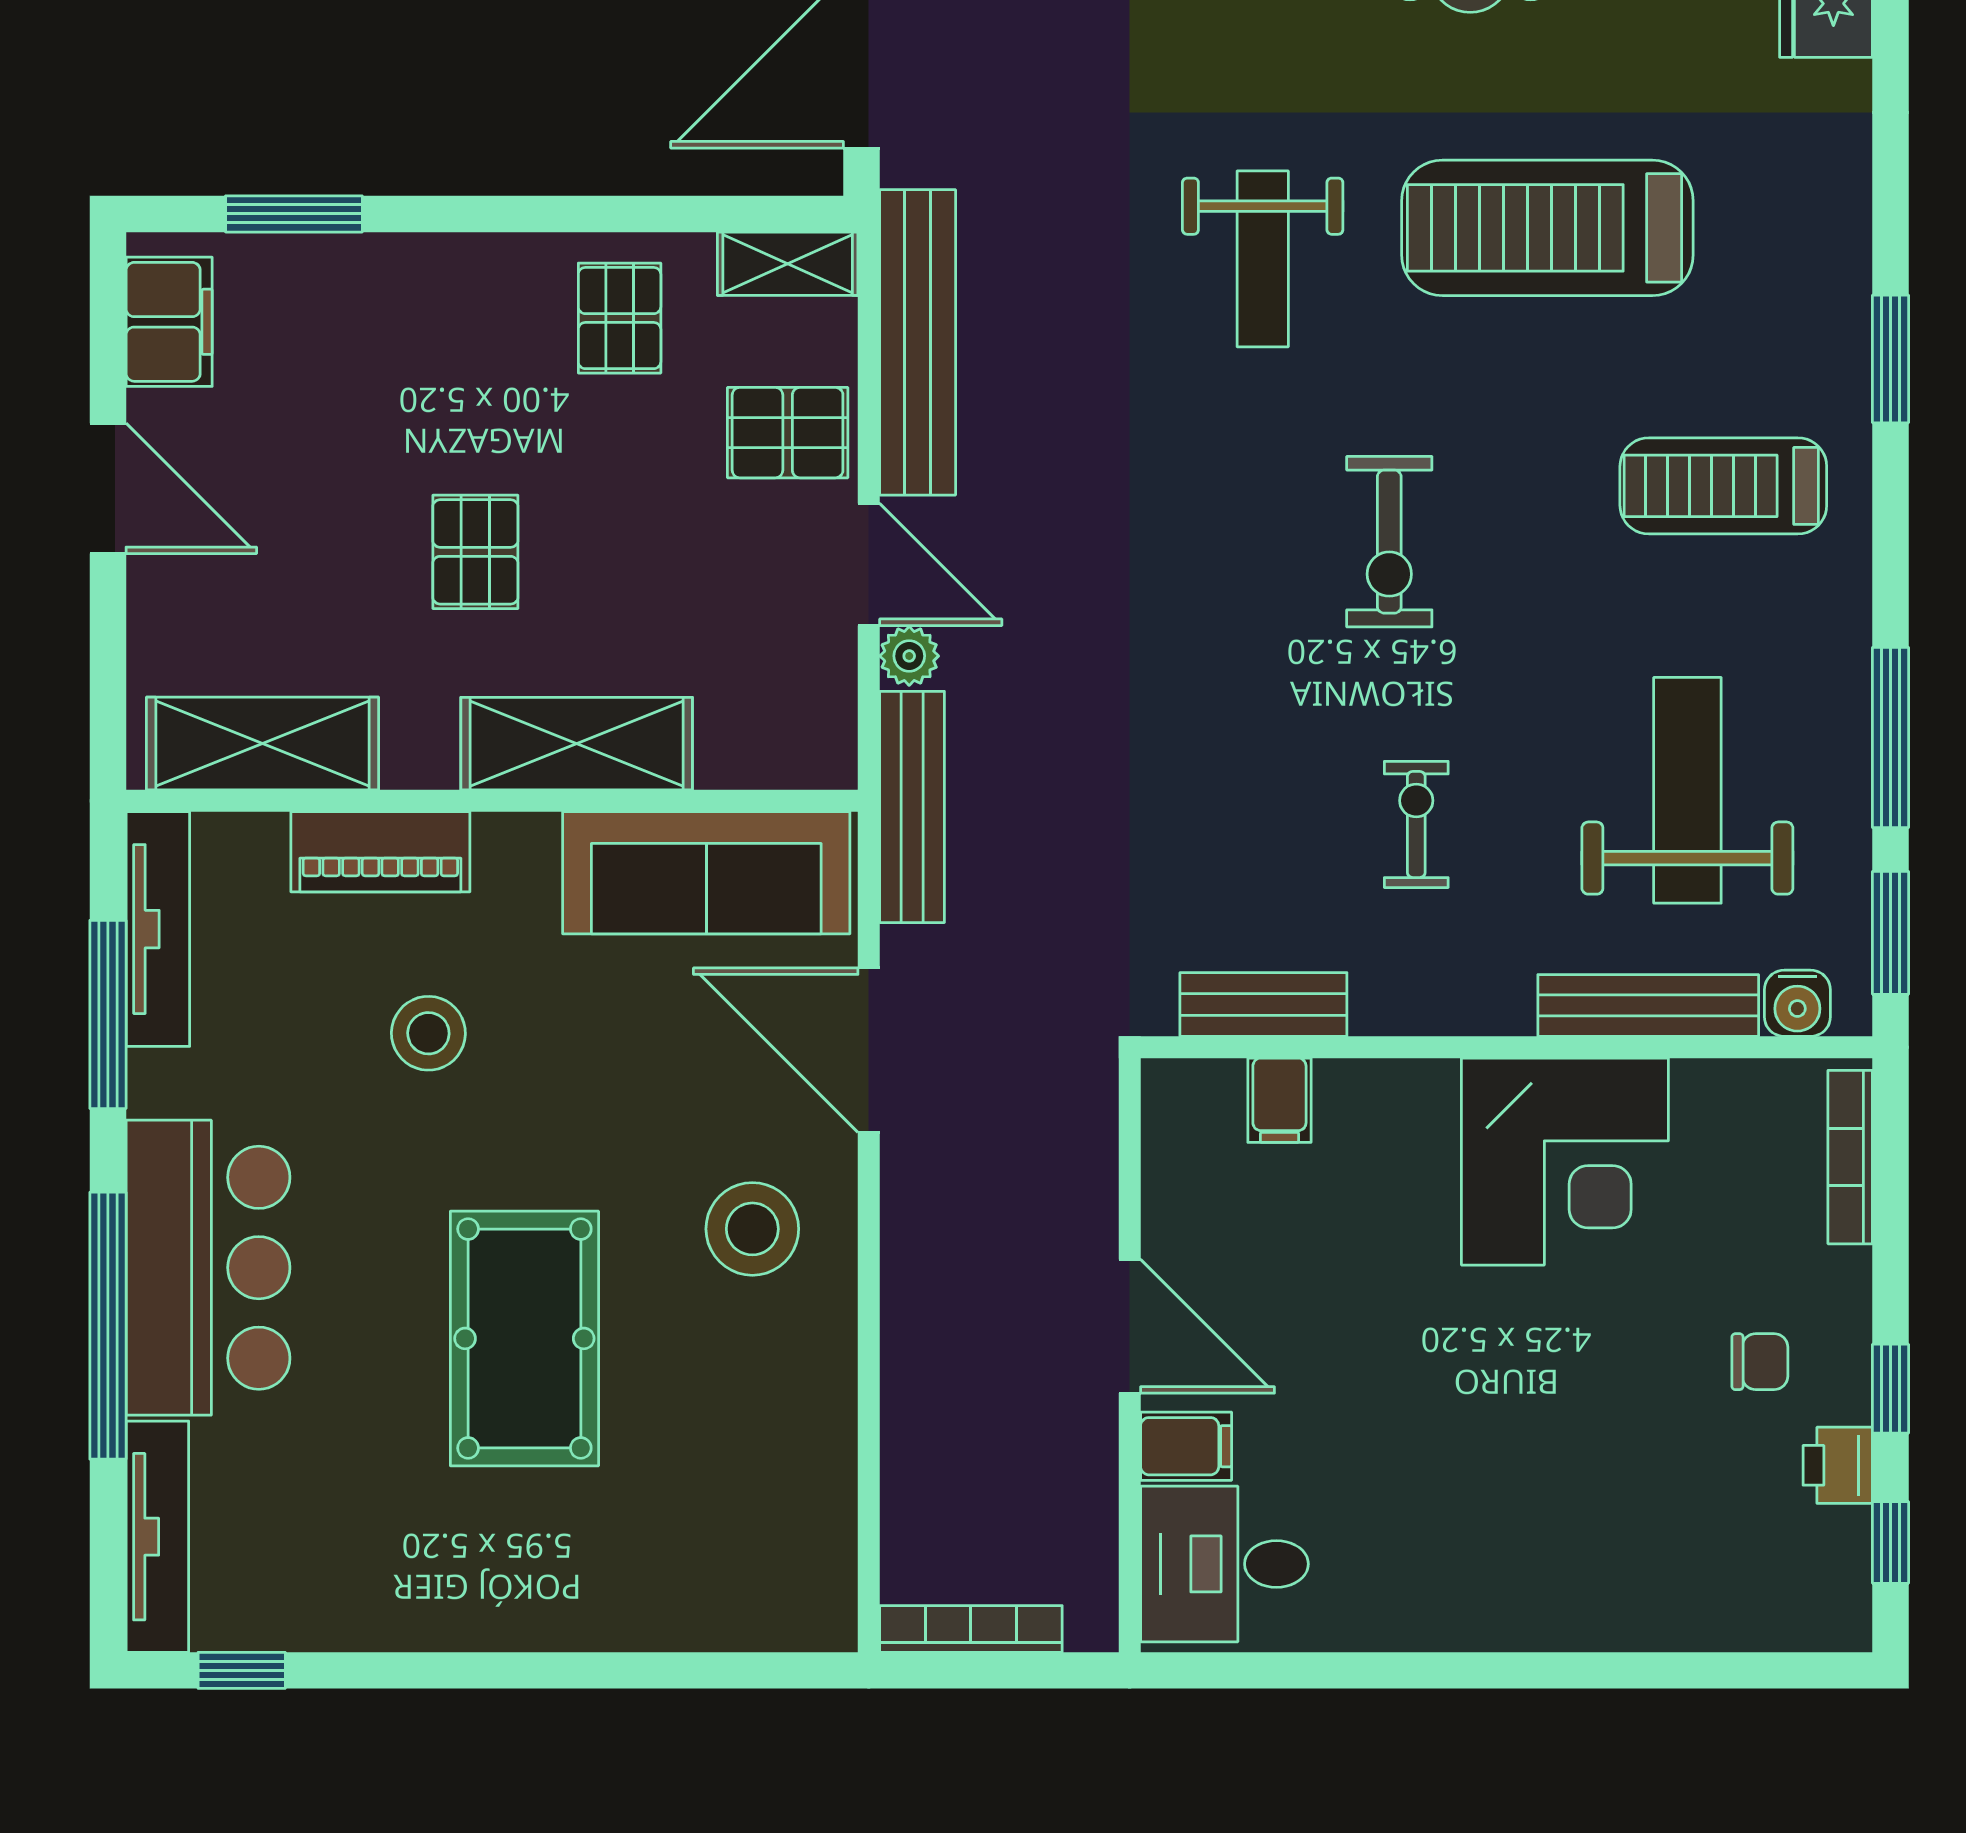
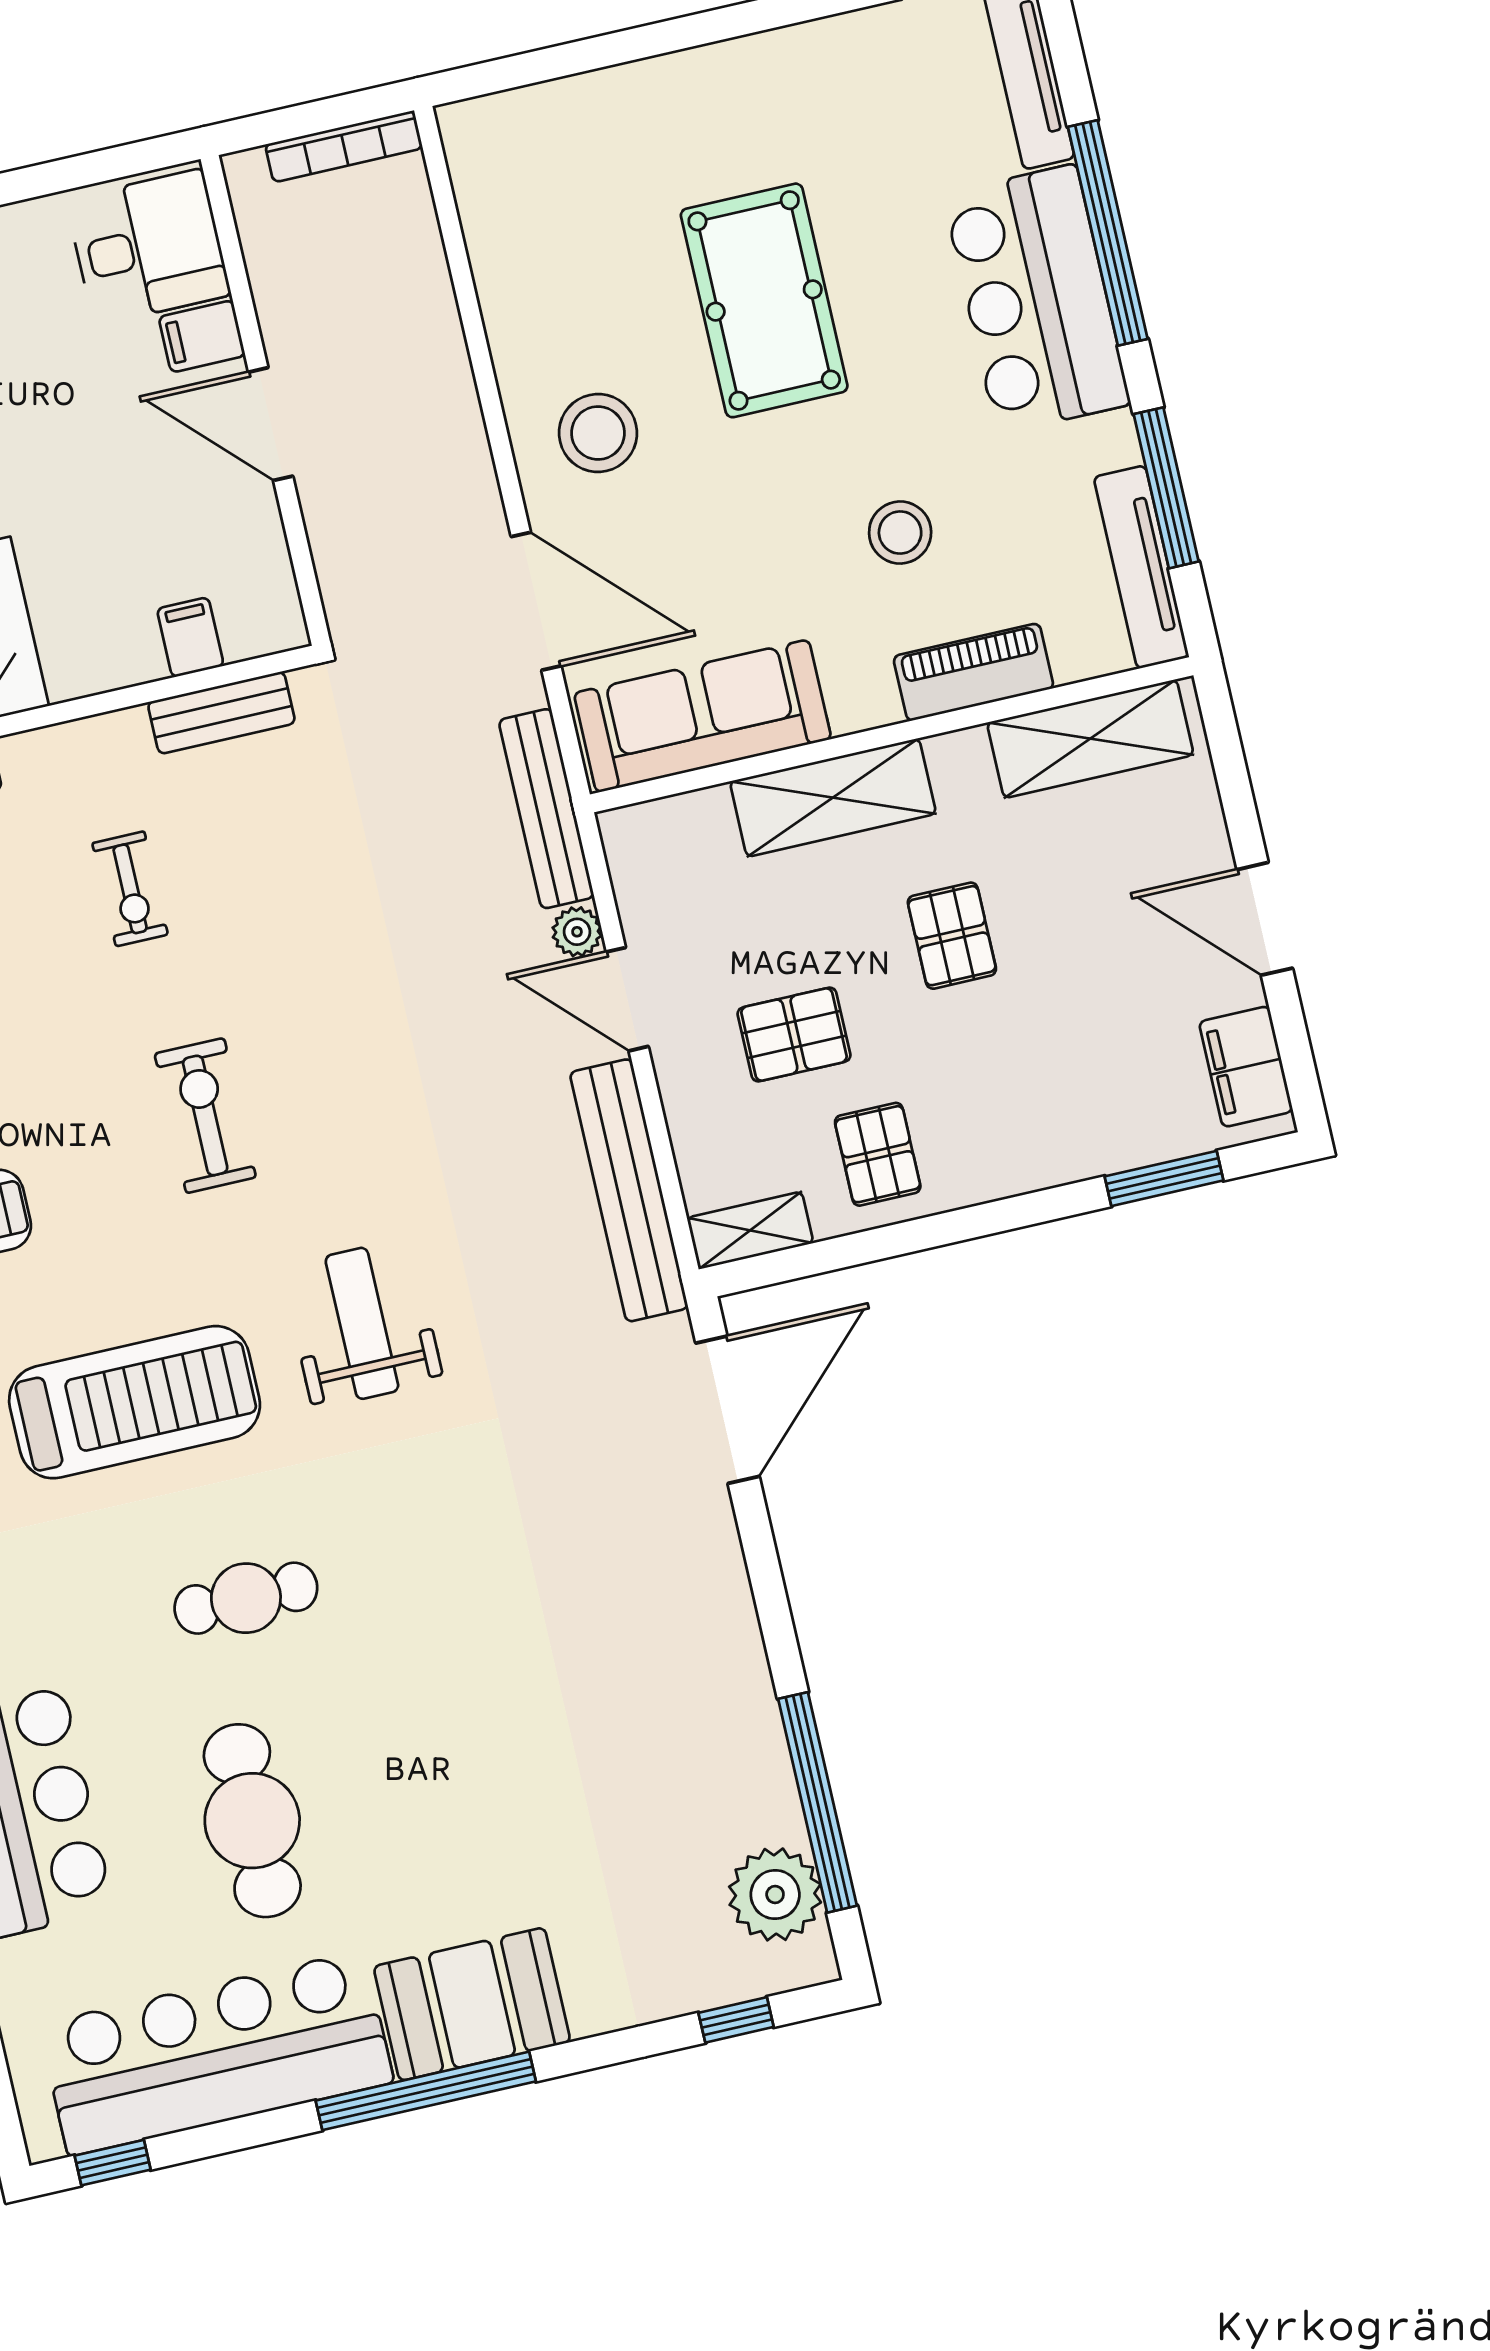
pallet: (788, 433) -> (794, 1035), moved

